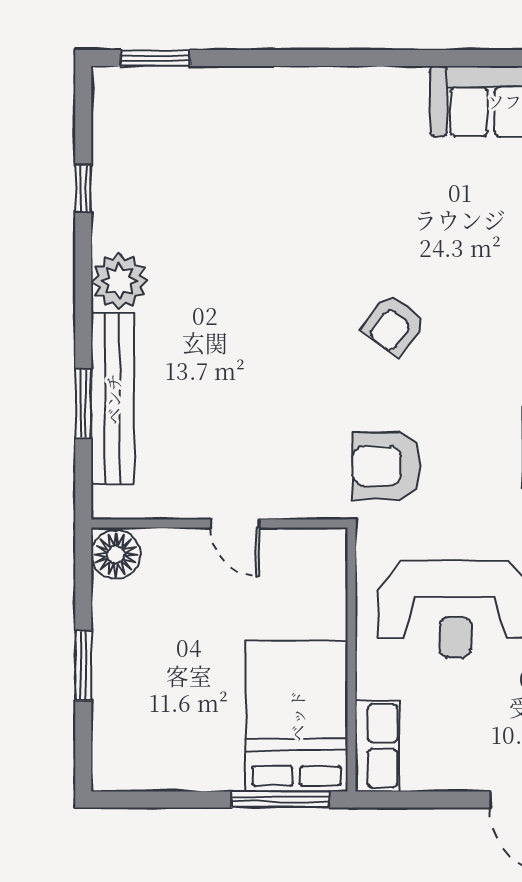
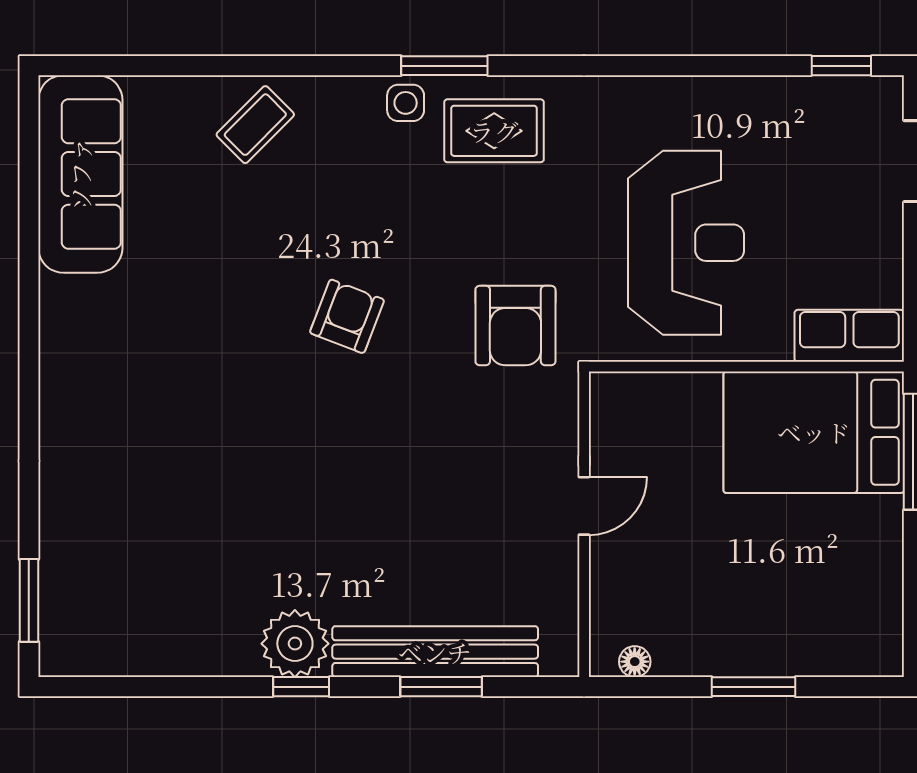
window: (83, 188) -> (301, 687), moved
armchair: (394, 325) -> (347, 316), turned -106
floor lamp: (116, 554) -> (635, 662), width x0.53, depth x0.53

